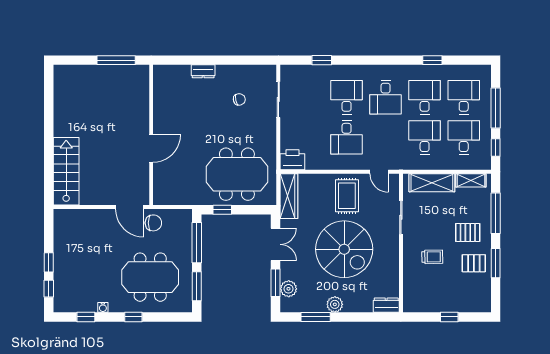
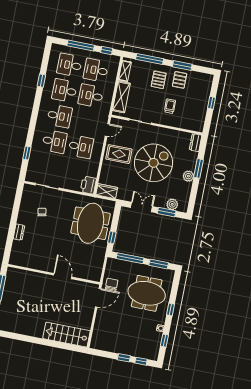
desk: (347, 97) -> (54, 142), turned 180
wardrobe: (289, 196) -> (107, 191), width x0.67
meeting table: (150, 277) -> (147, 293), turned 90
window: (316, 317) -> (198, 168), moved

